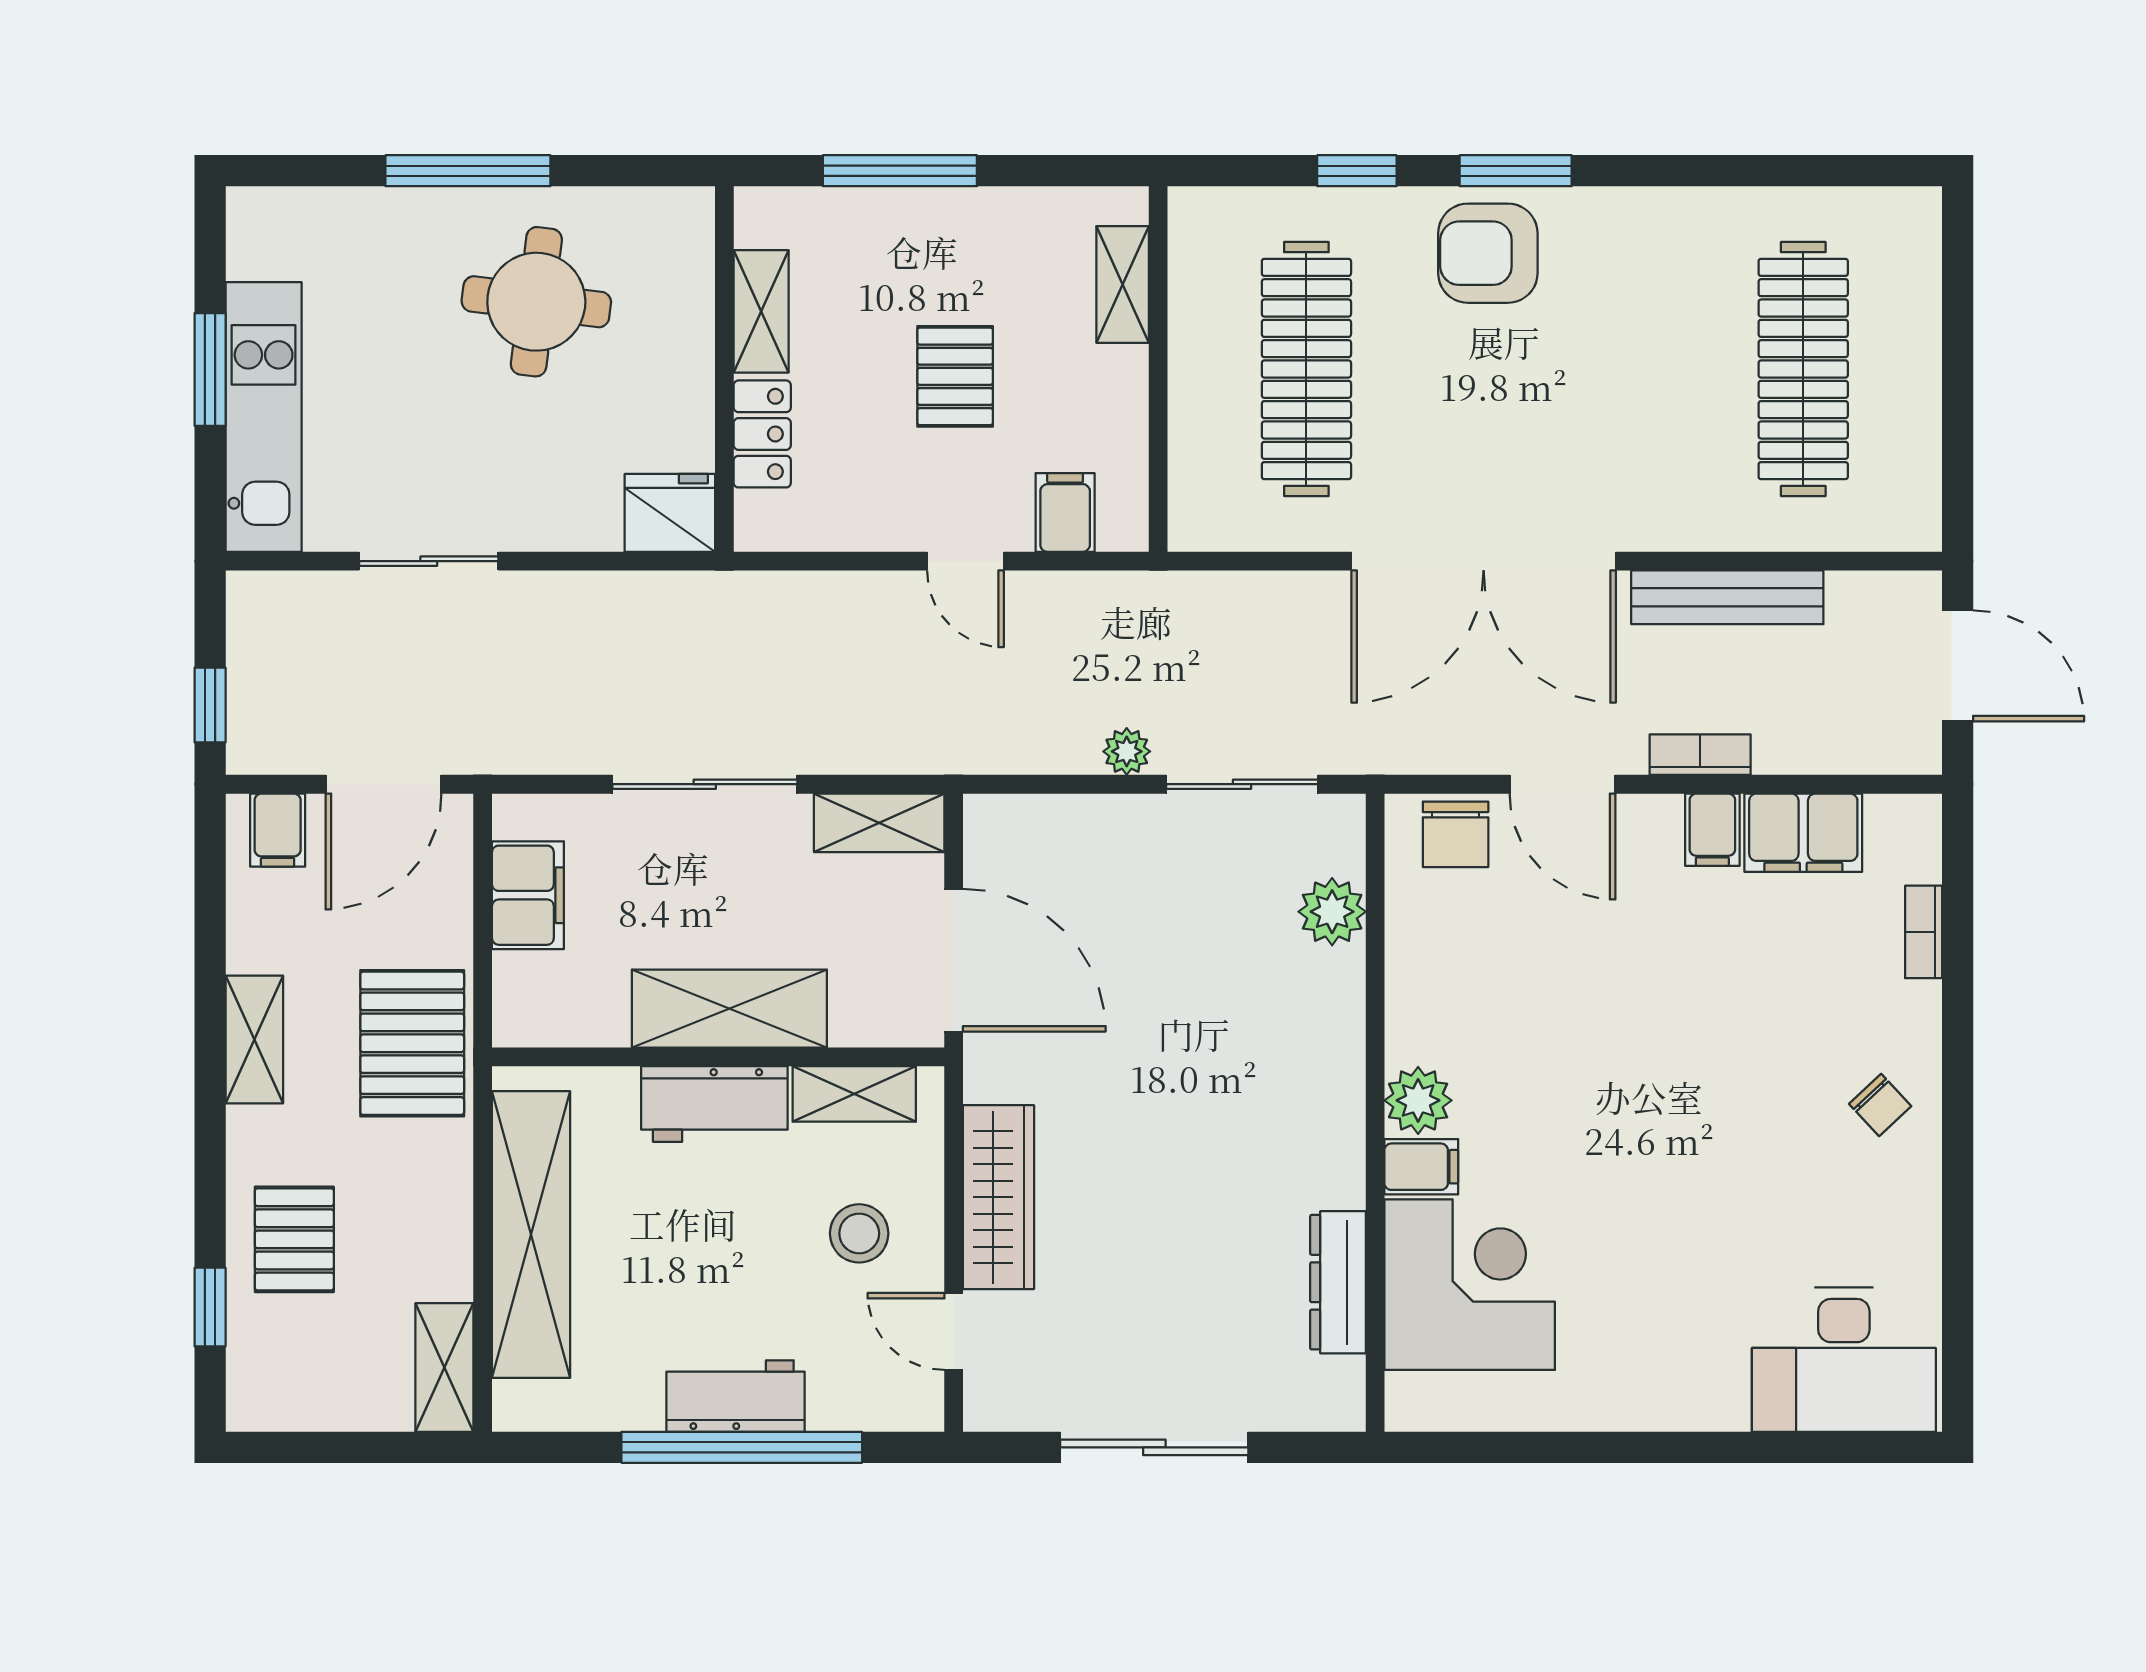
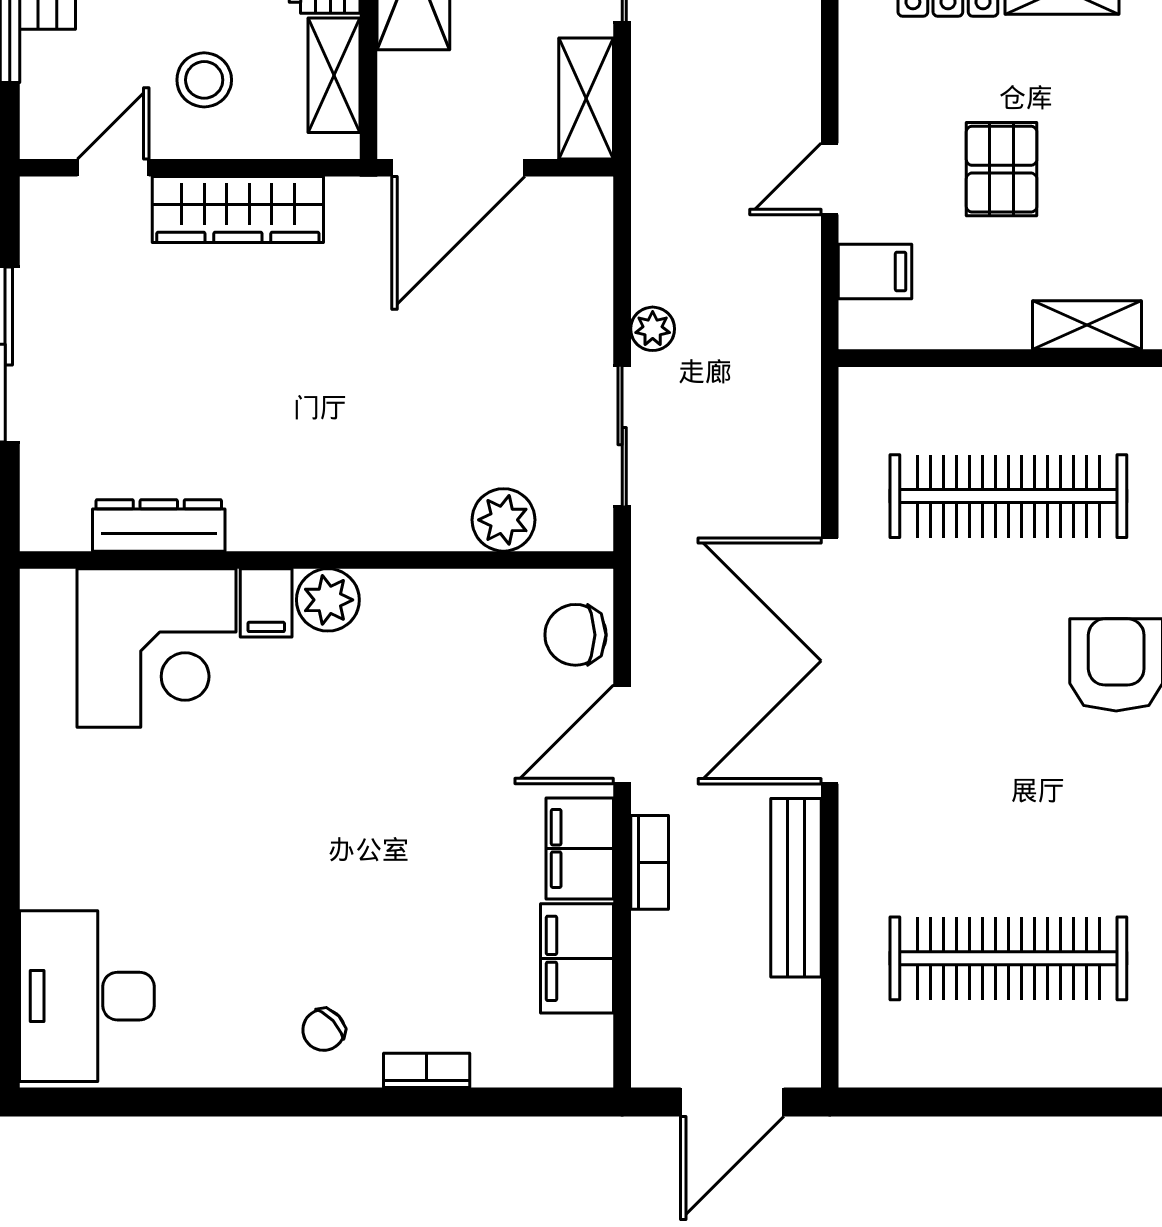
pallet: (955, 376) -> (1002, 169), turned 90
filing cabinet: (1712, 830) -> (580, 848), width x2.00
bookcase: (1924, 932) -> (427, 1070), moved

